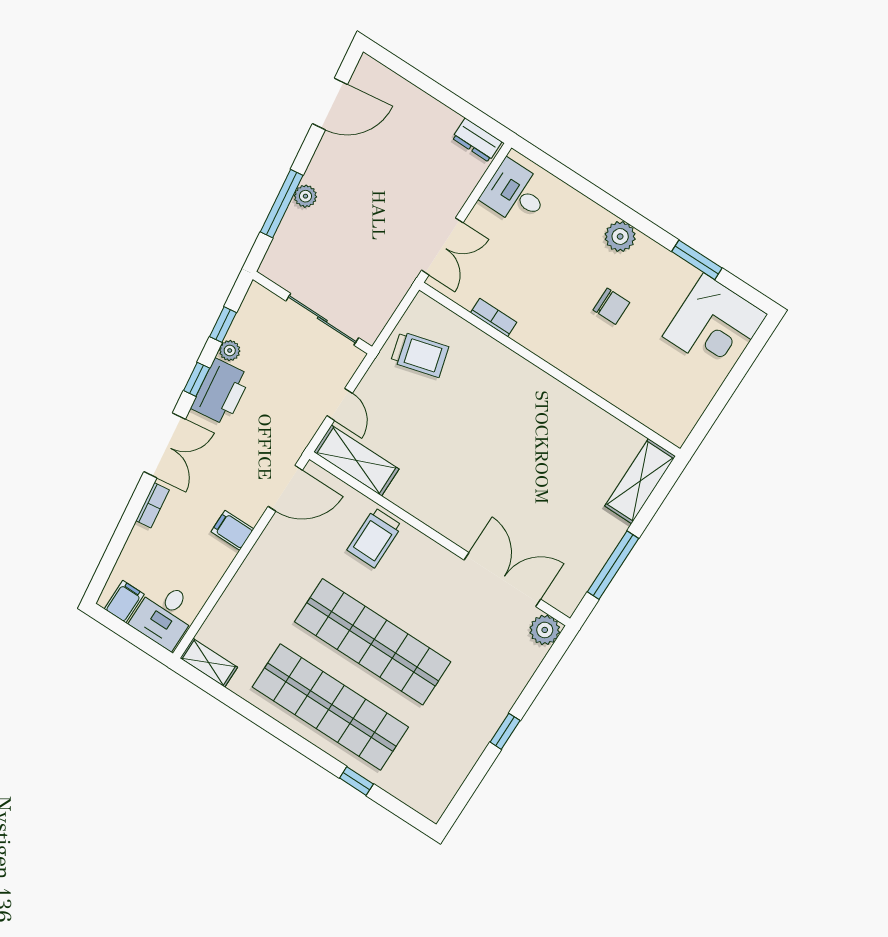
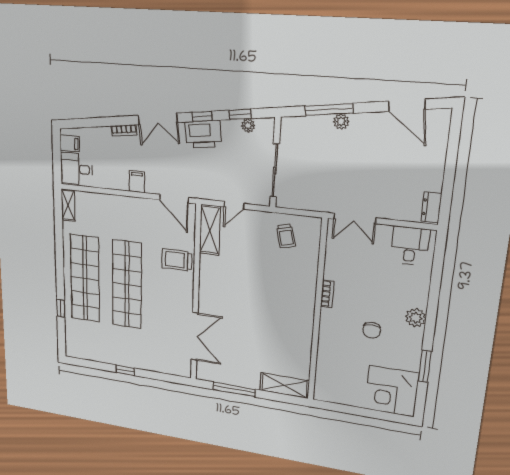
bookcase: (494, 318) -> (327, 294), moved
plant: (230, 350) -> (248, 126), moved
trolley: (420, 354) -> (286, 236), width x0.73, depth x0.72
plant: (545, 630) -> (183, 369), removed

